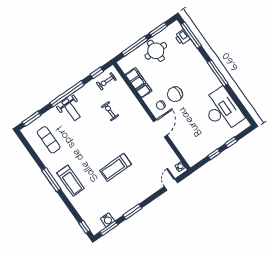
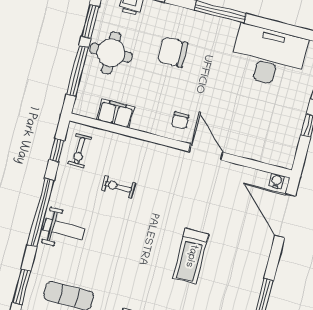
filing cabinet: (144, 91) -> (141, 120), removed
chair: (175, 94) -> (173, 52), moved, turned 90
door: (171, 185) -> (285, 216), width x1.87

